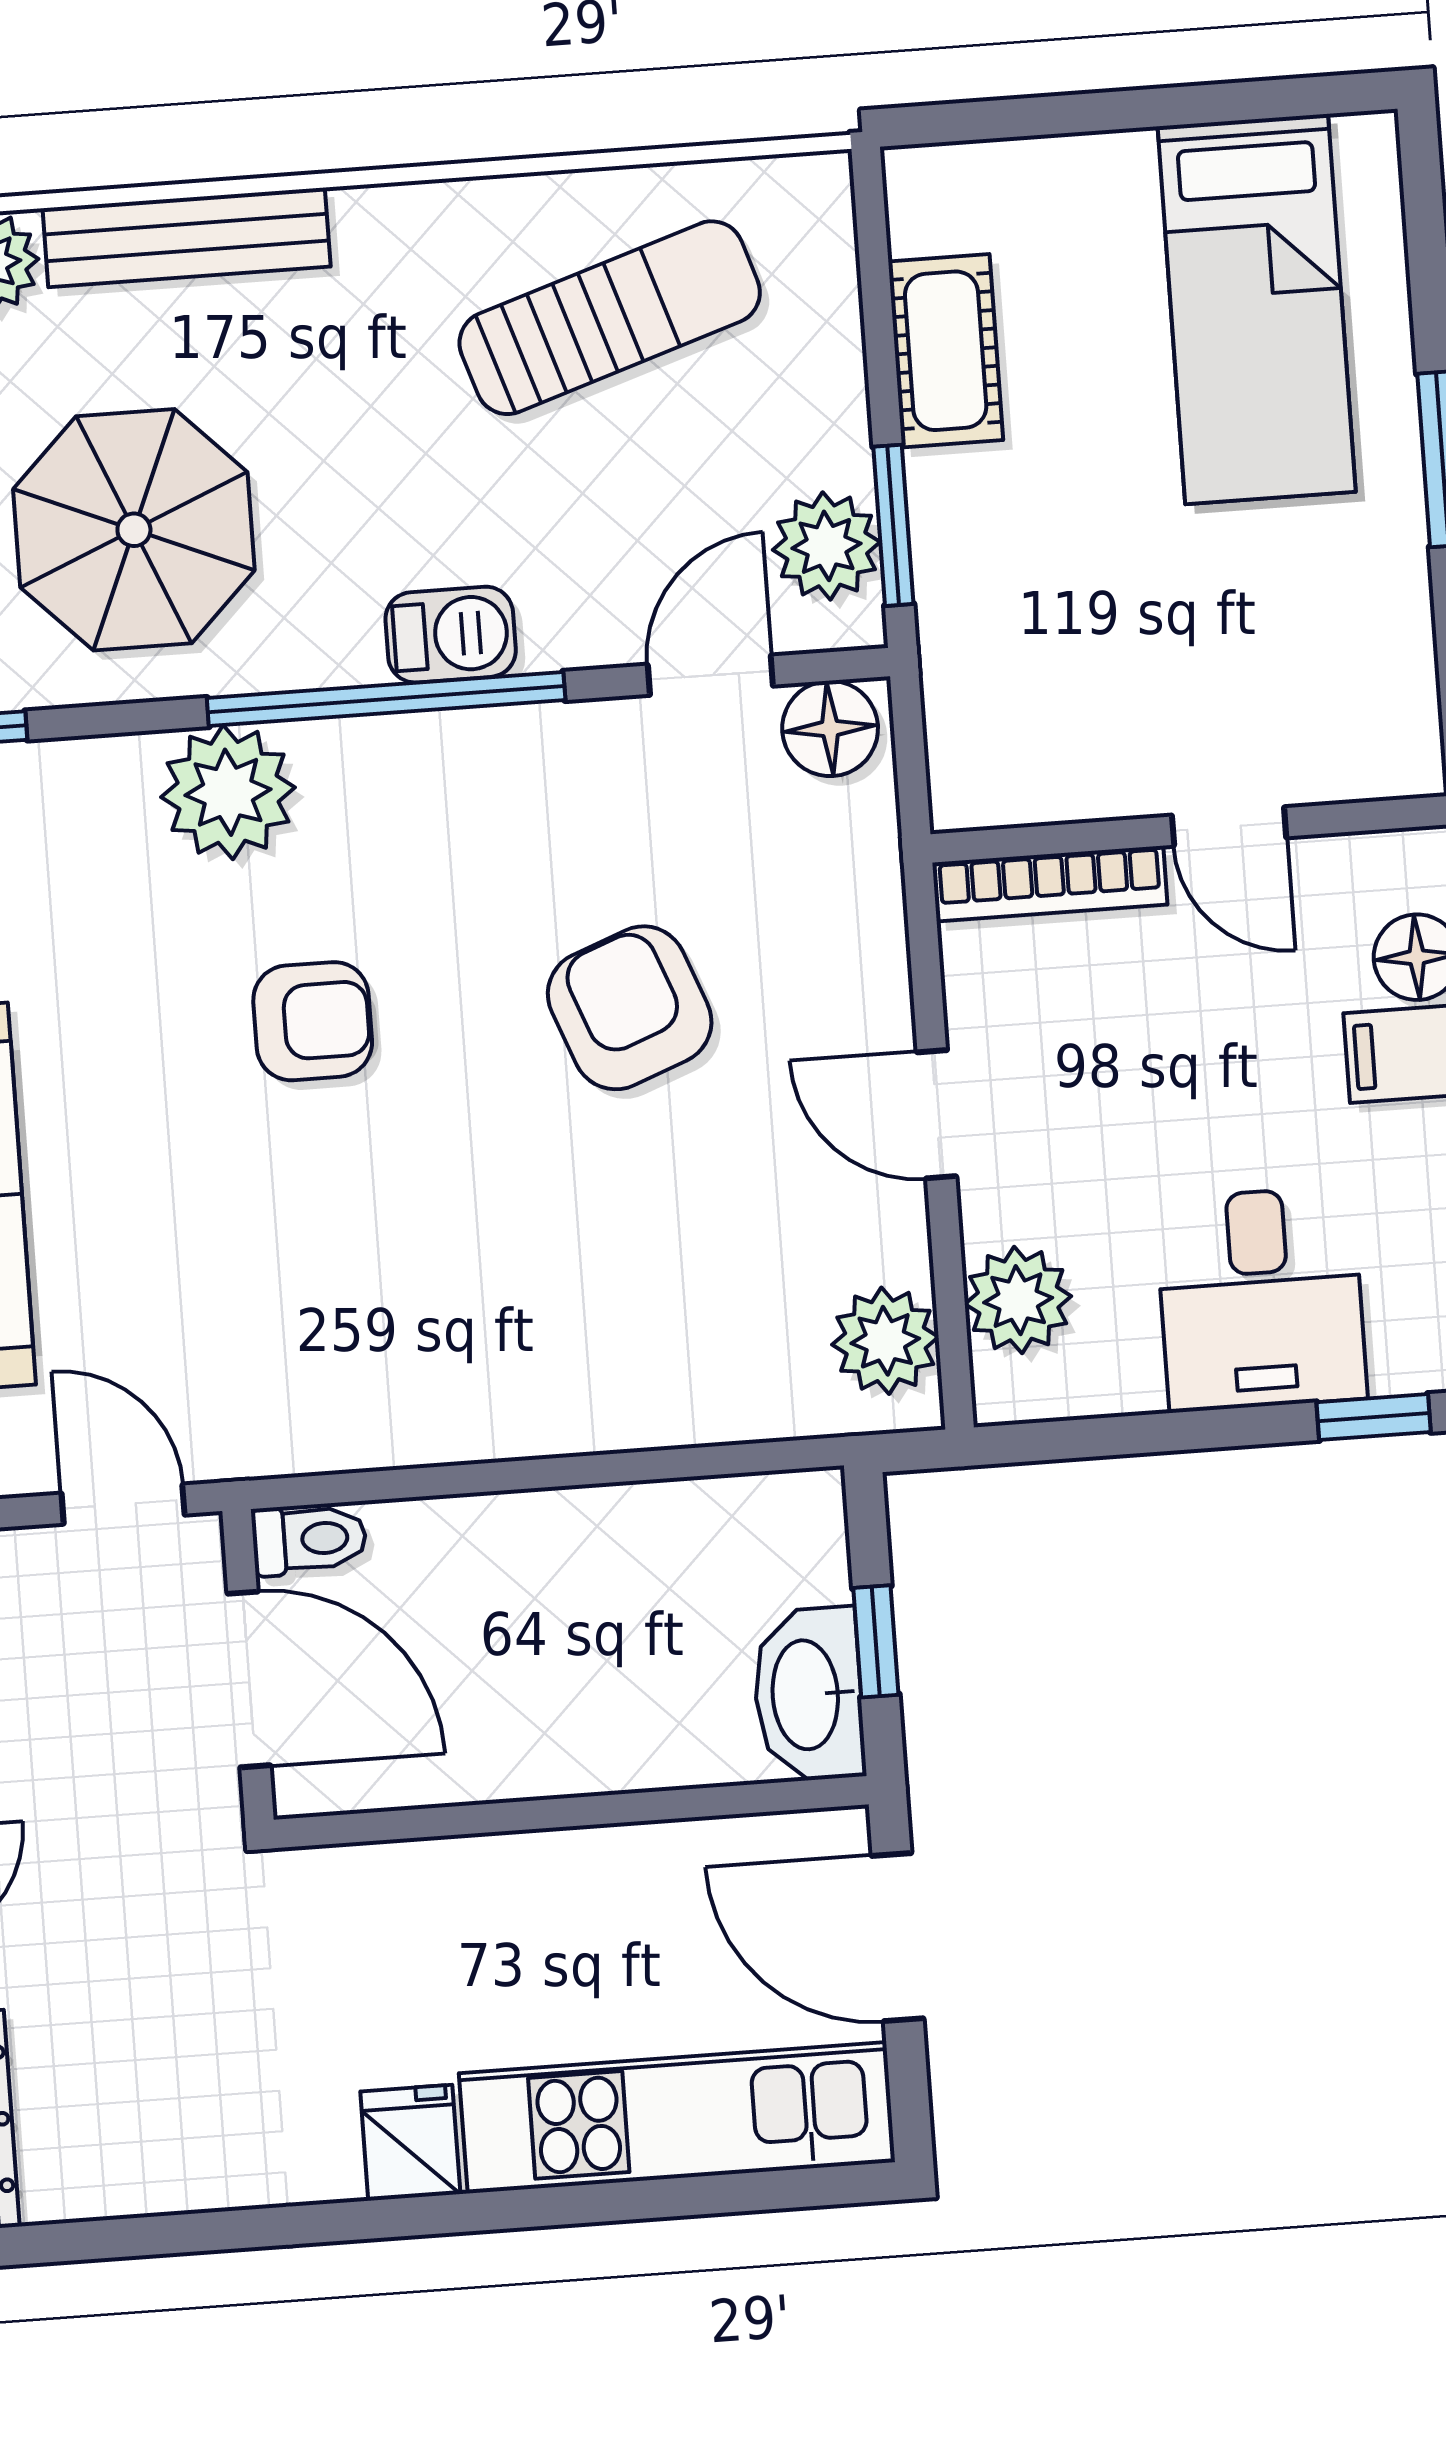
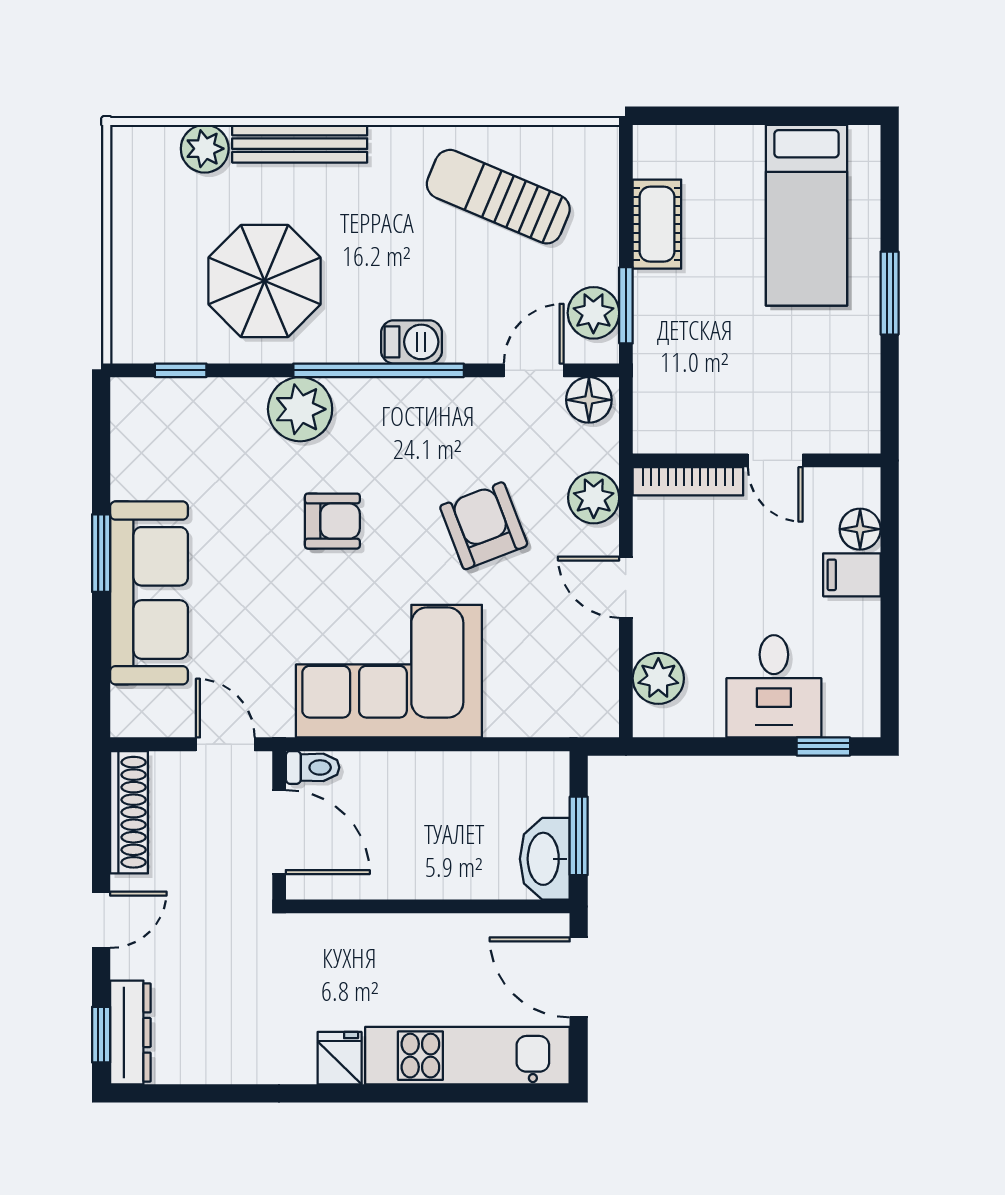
sun lounger: (610, 318) -> (498, 197), turned -139
corner sofa: (454, 1326) -> (389, 671), added
plant: (885, 1341) -> (594, 498), moved
window: (876, 1641) -> (579, 836), width x1.50

